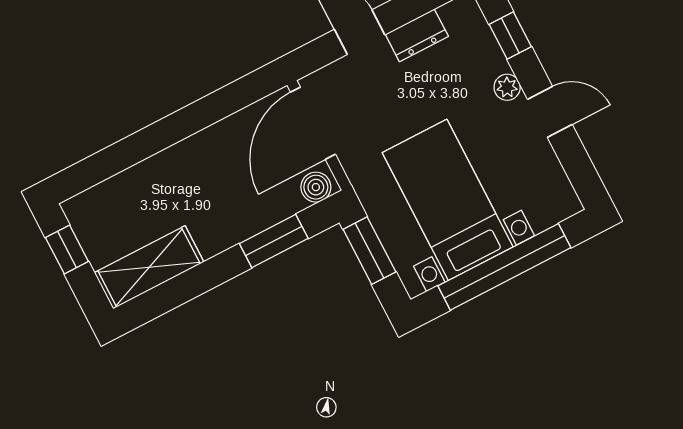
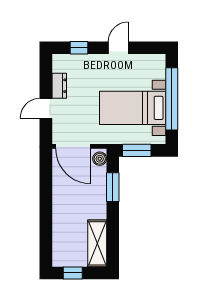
plant: (507, 87) -> (99, 60), removed

